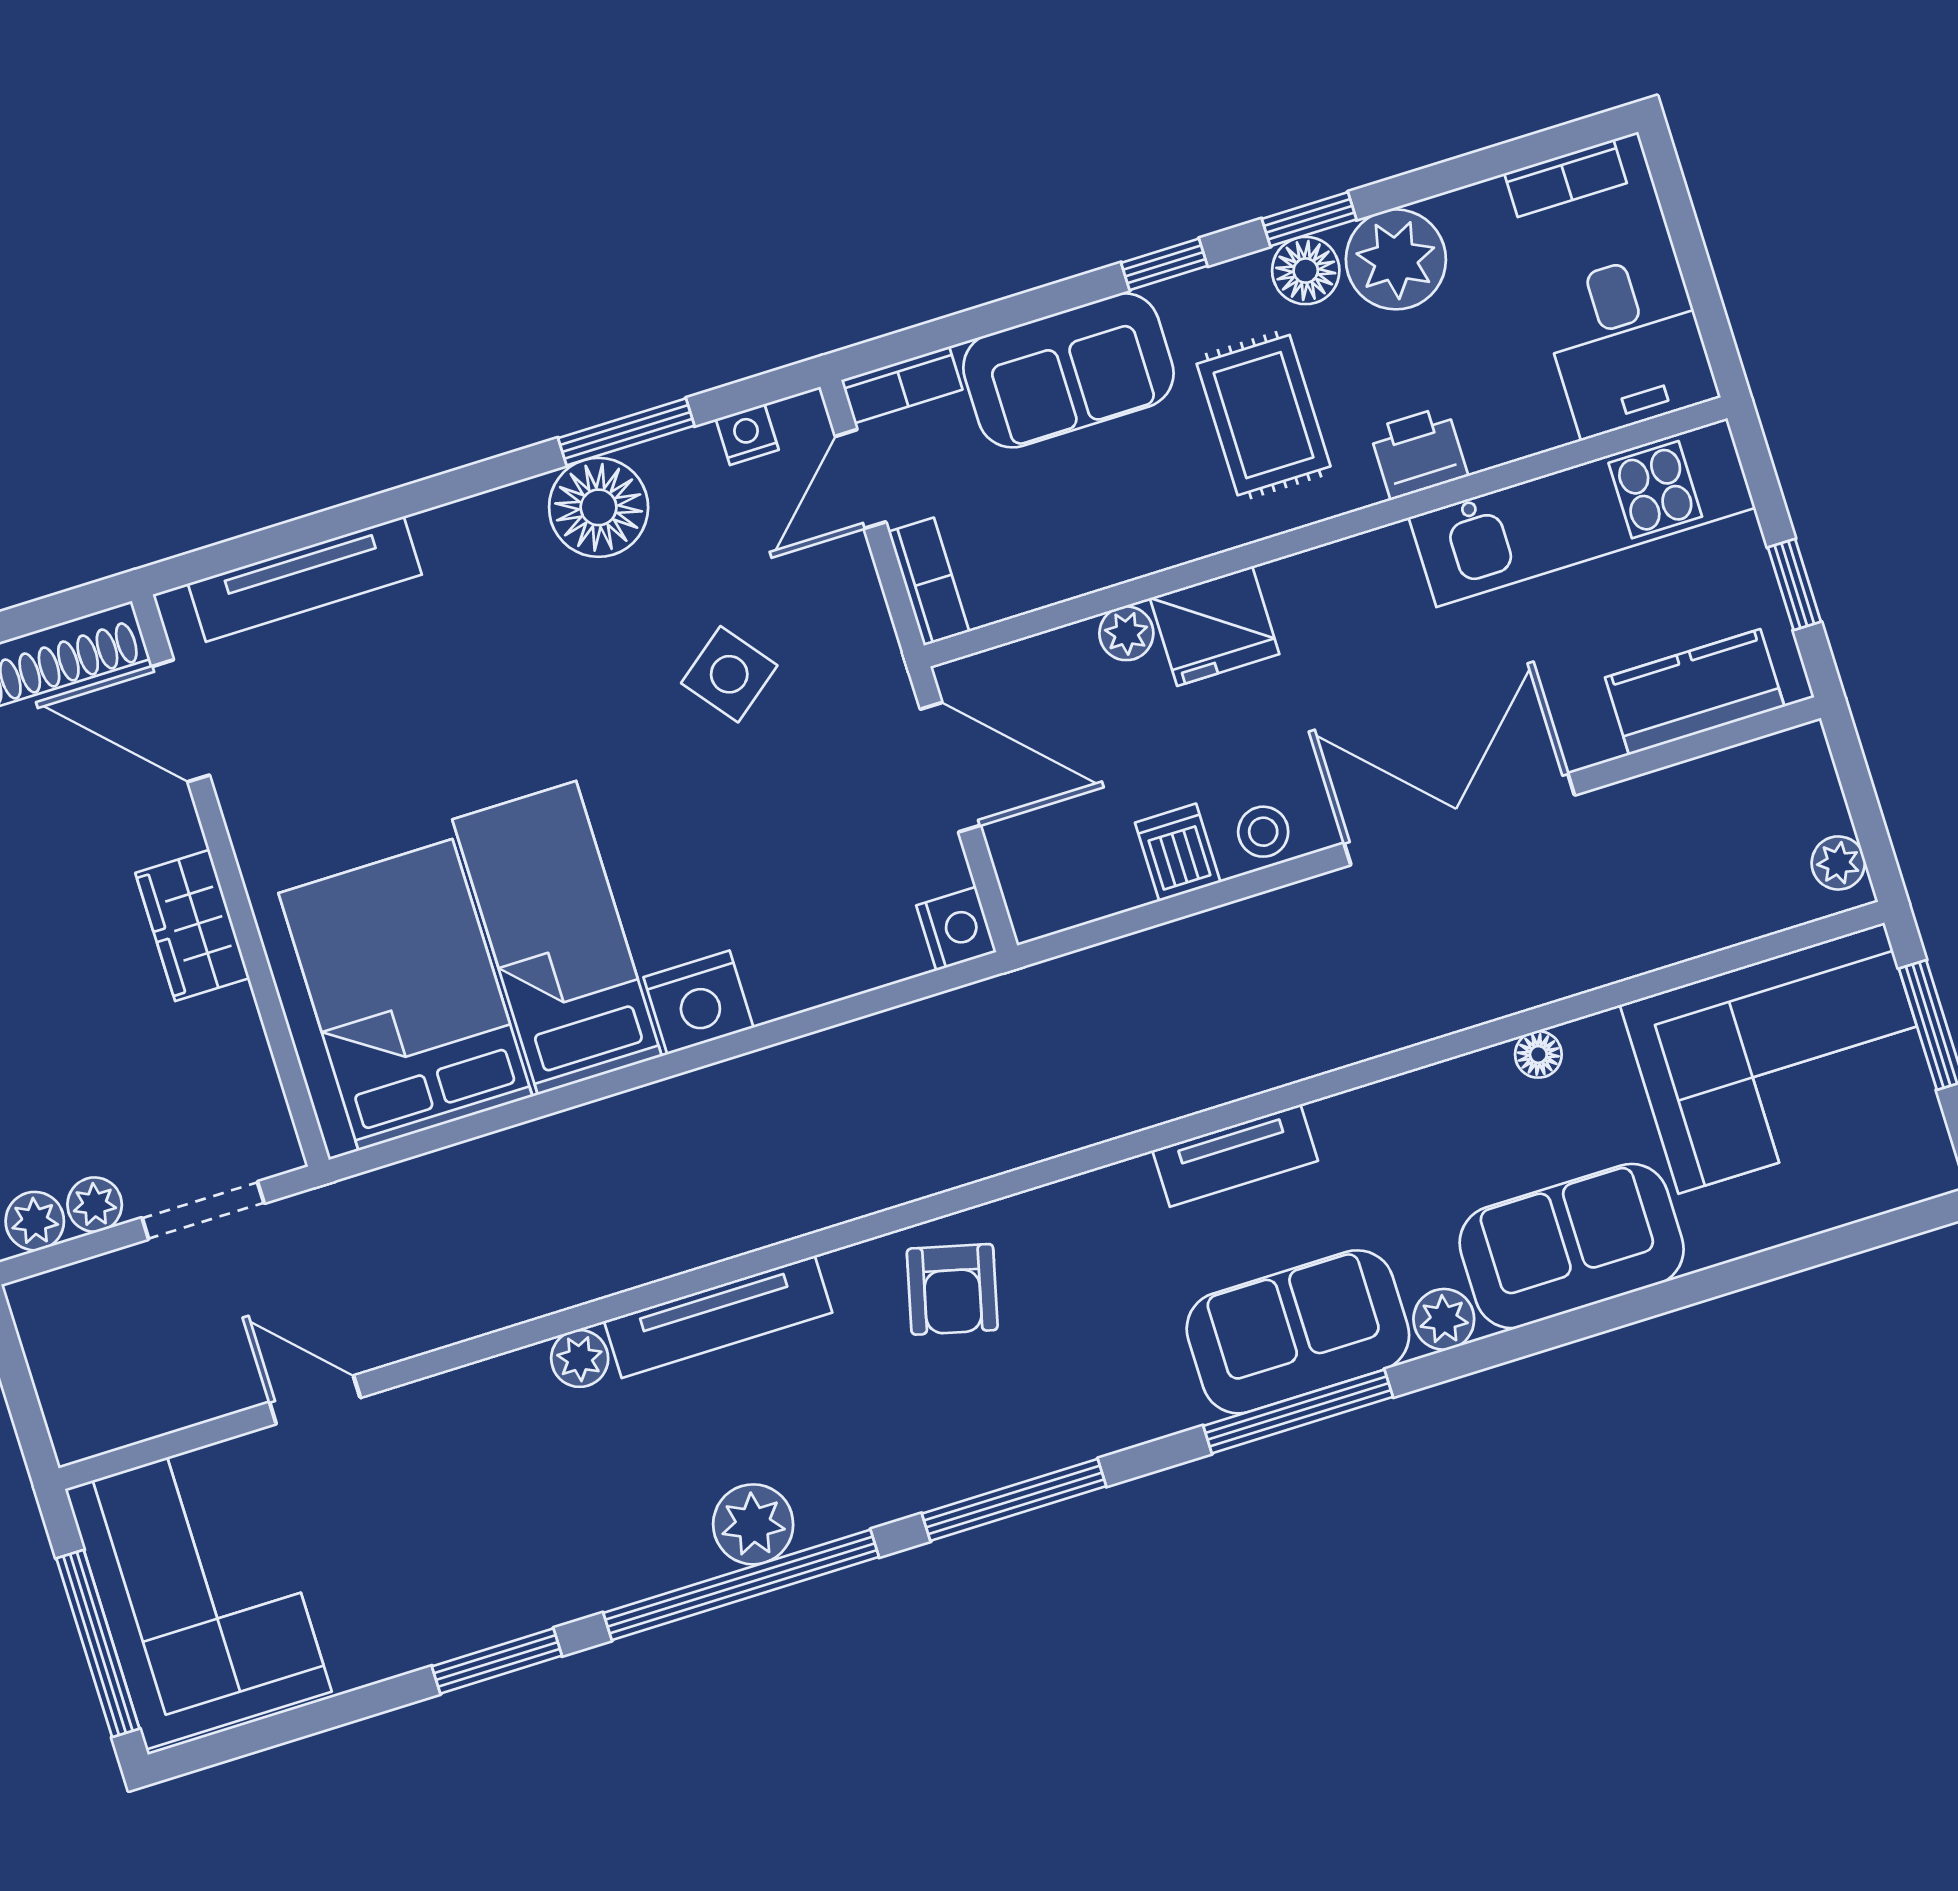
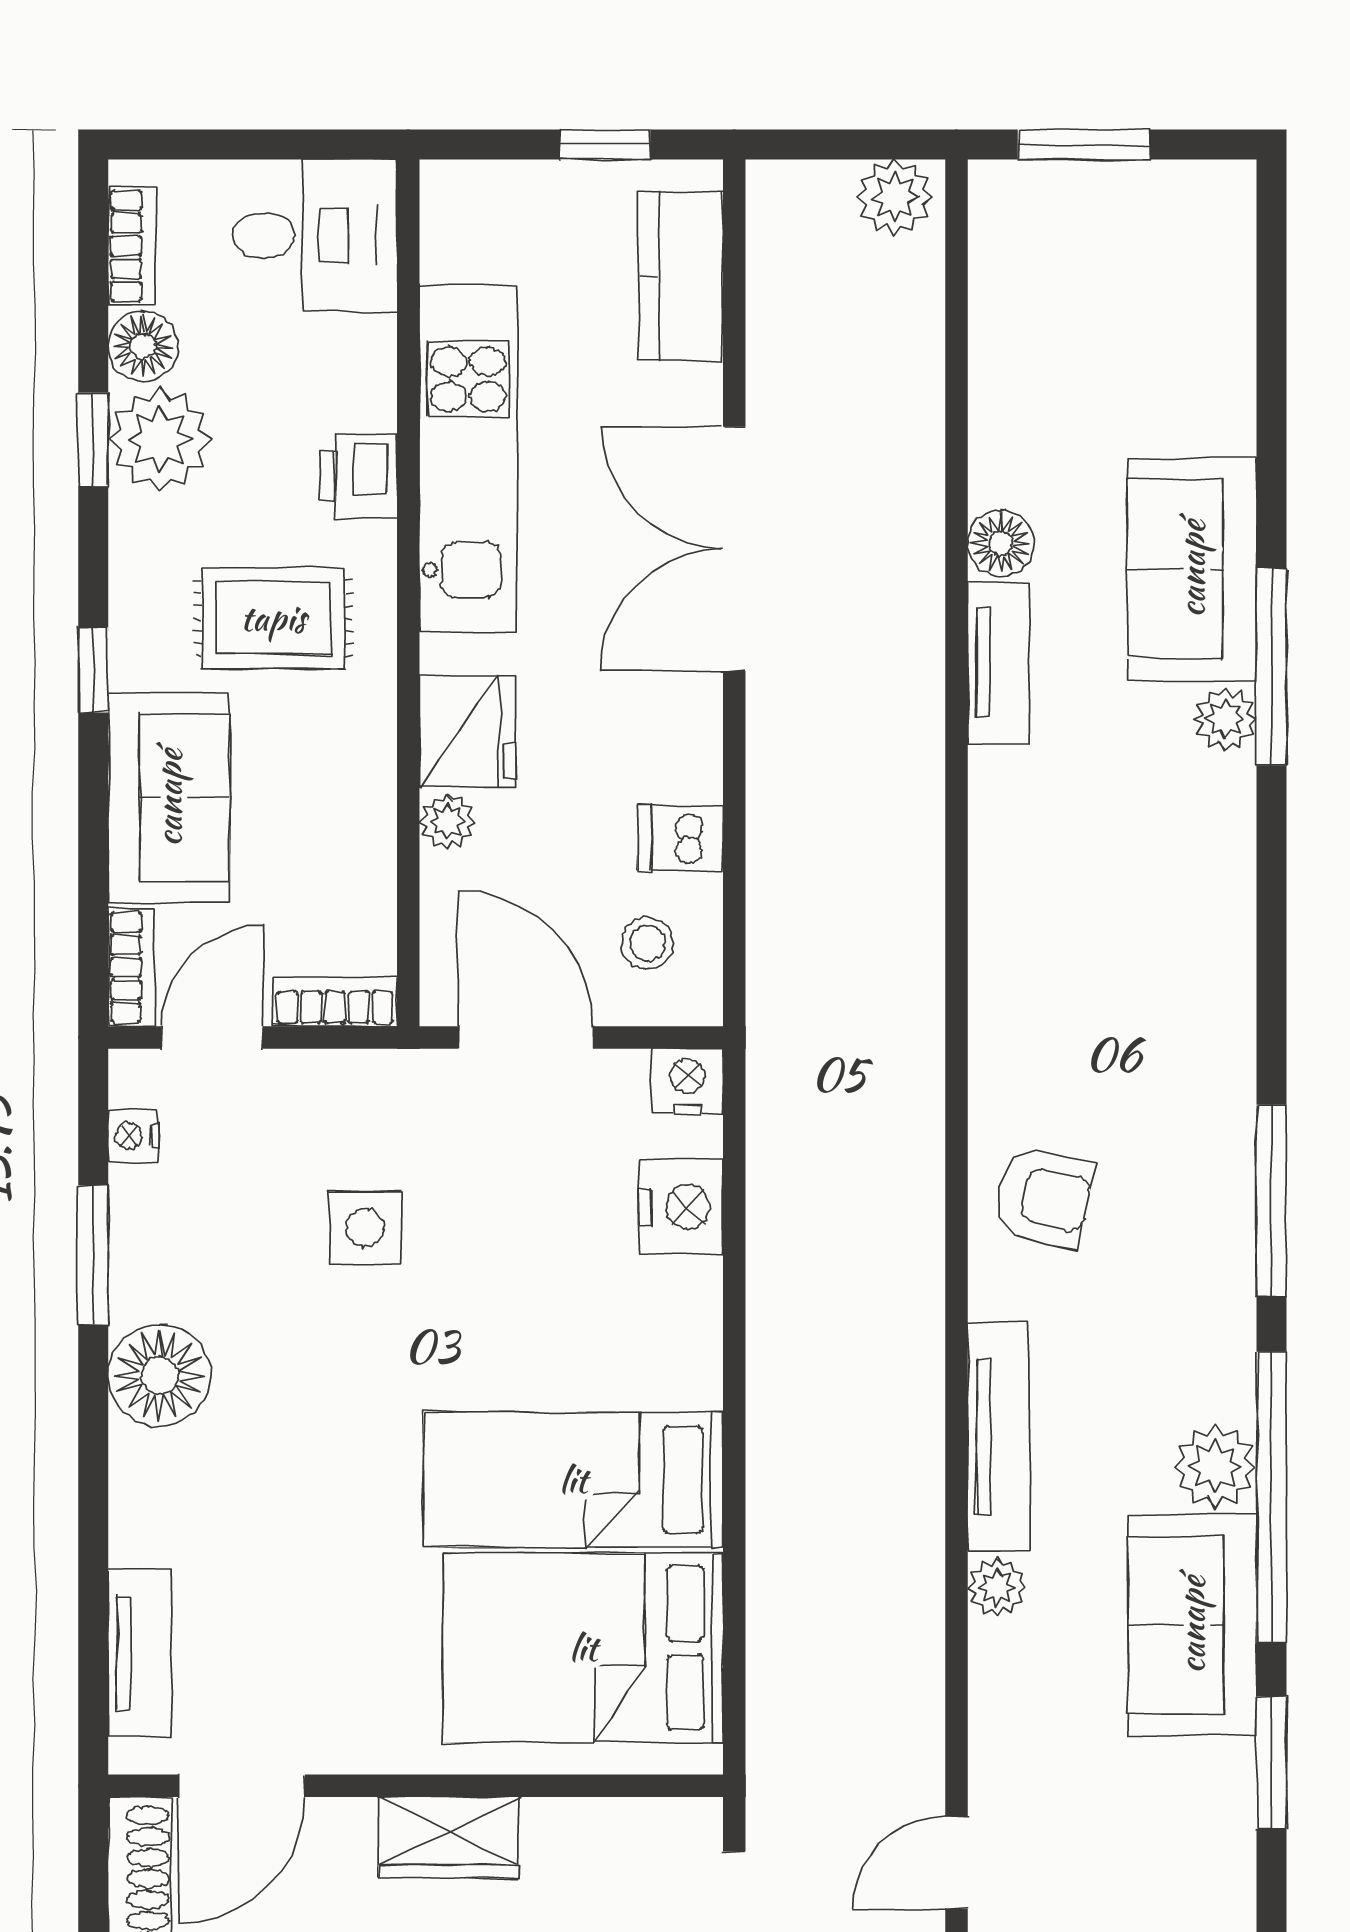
window: (1309, 219) -> (93, 440), moved
floor lamp: (1306, 271) -> (143, 346), moved
door: (861, 479) -> (212, 1037), swing flipped
floor lamp: (599, 507) -> (159, 1375), moved
kitchen unit: (1582, 513) -> (468, 459), moved
tv unit: (305, 579) -> (140, 1653), width x0.71
side table: (729, 674) -> (365, 1228), turned 38
door: (950, 767) -> (526, 1037), hinge flipped
stool: (1263, 832) -> (647, 943), moved
plant: (1838, 863) -> (895, 197), width x1.38, depth x1.38
nightstand: (699, 1002) -> (681, 1207), moved
floor lamp: (1538, 1054) -> (1001, 543), width x1.37, depth x1.37
corner sofa: (1781, 1058) -> (1070, 303), removed
tv unit: (1235, 1156) -> (998, 663), moved
sofa: (1298, 1332) -> (1192, 1625), moved
window: (1298, 1411) -> (1271, 667), moved

